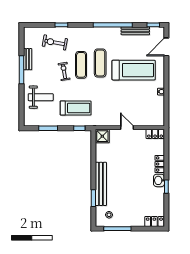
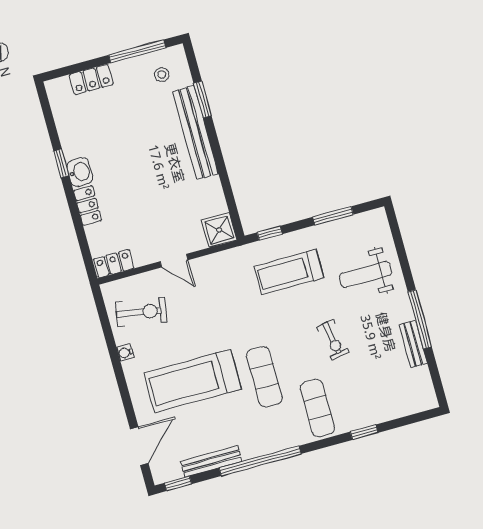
exercise bike: (55, 42) -> (141, 312), moved
exercise mat: (81, 65) -> (317, 408), moved
locker: (154, 221) -> (91, 79), moved

